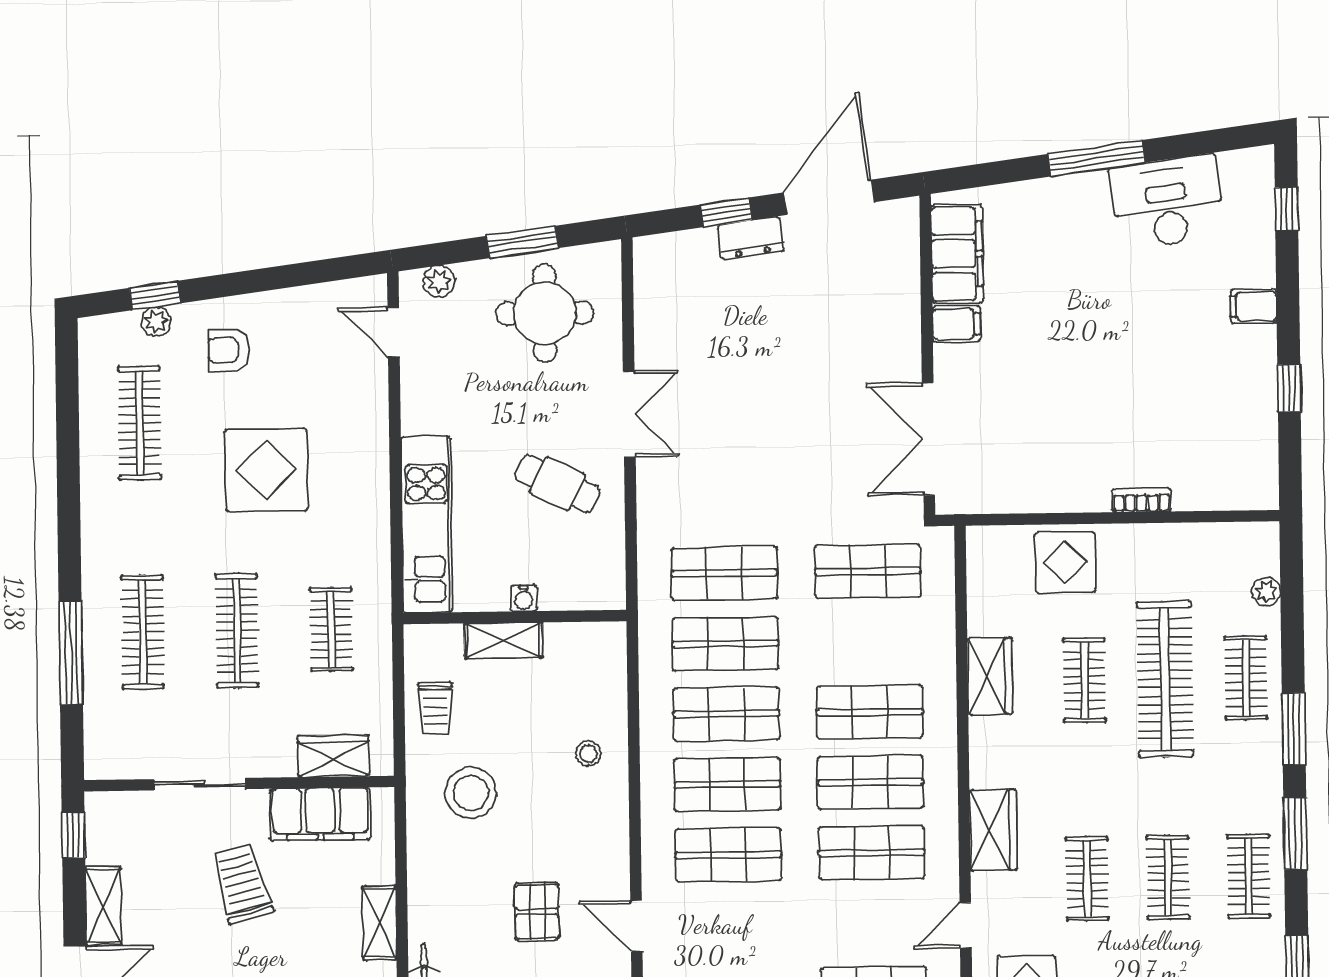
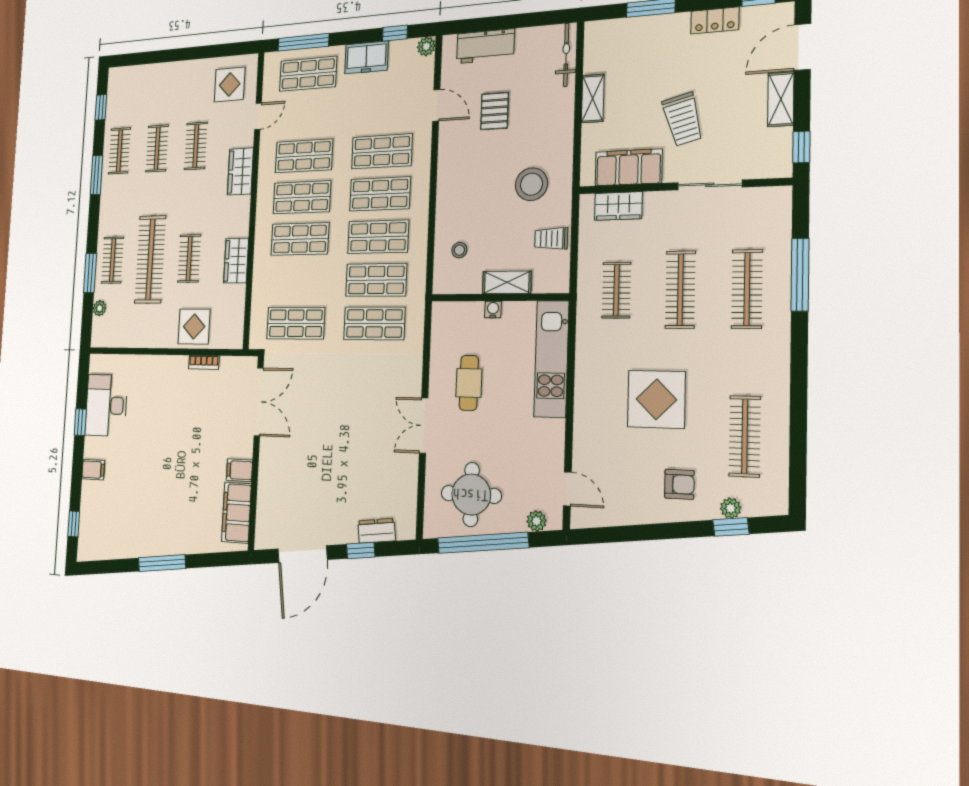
desk: (1167, 202) -> (106, 405), moved, turned 97
dresser: (751, 238) -> (377, 531), moved
window: (522, 242) -> (483, 543), width x2.11
cafe table: (557, 484) -> (469, 383), turned 64
bookcase: (1142, 500) -> (204, 362), moved
trolley: (435, 708) -> (551, 239), turned -90
window: (1294, 729) -> (90, 273), moved
stool: (588, 754) -> (459, 250), moved

